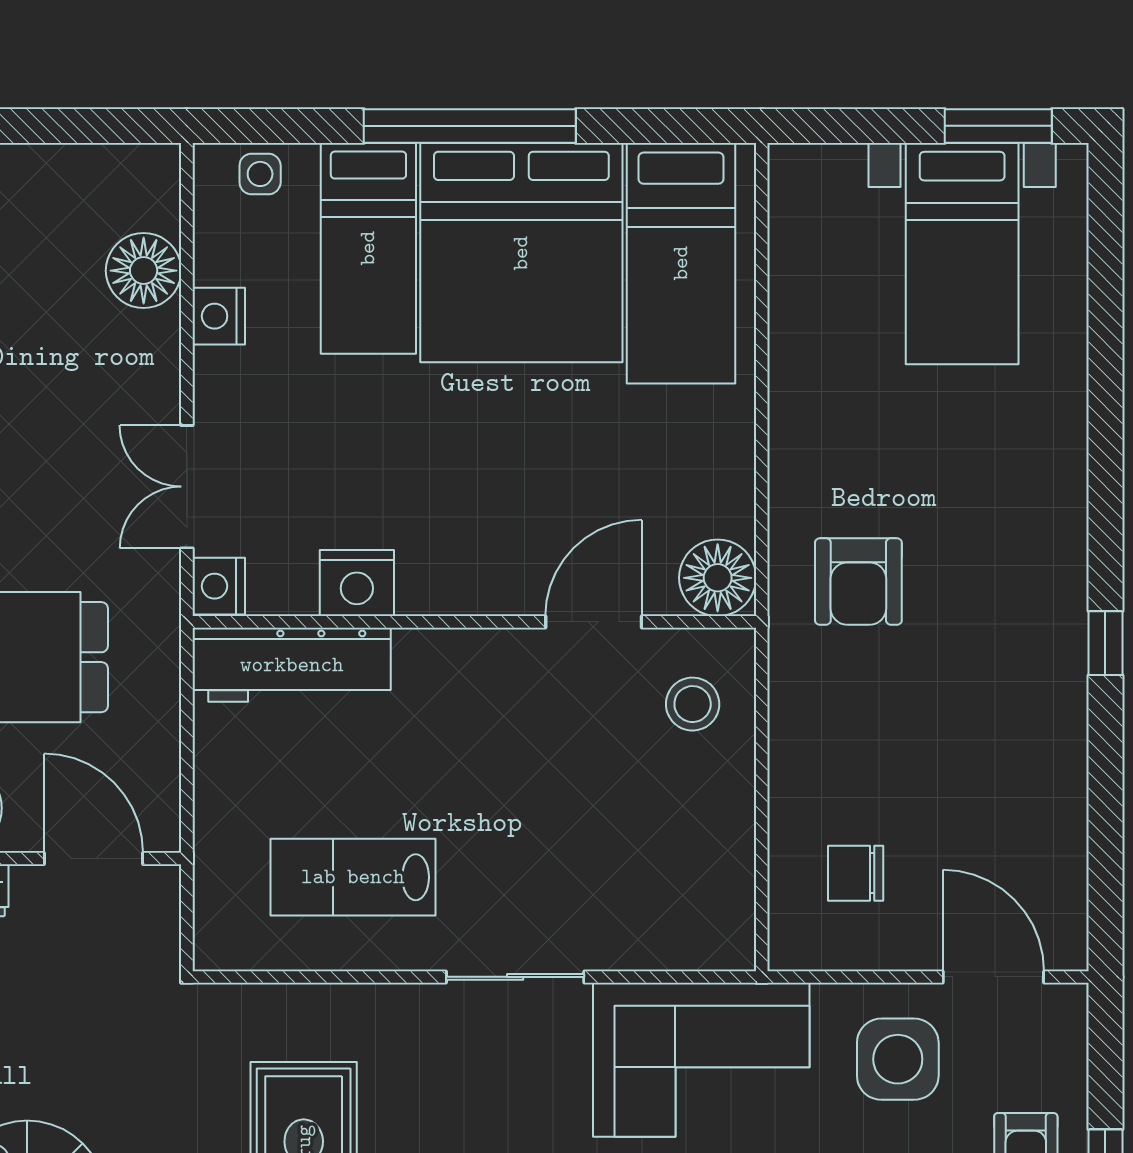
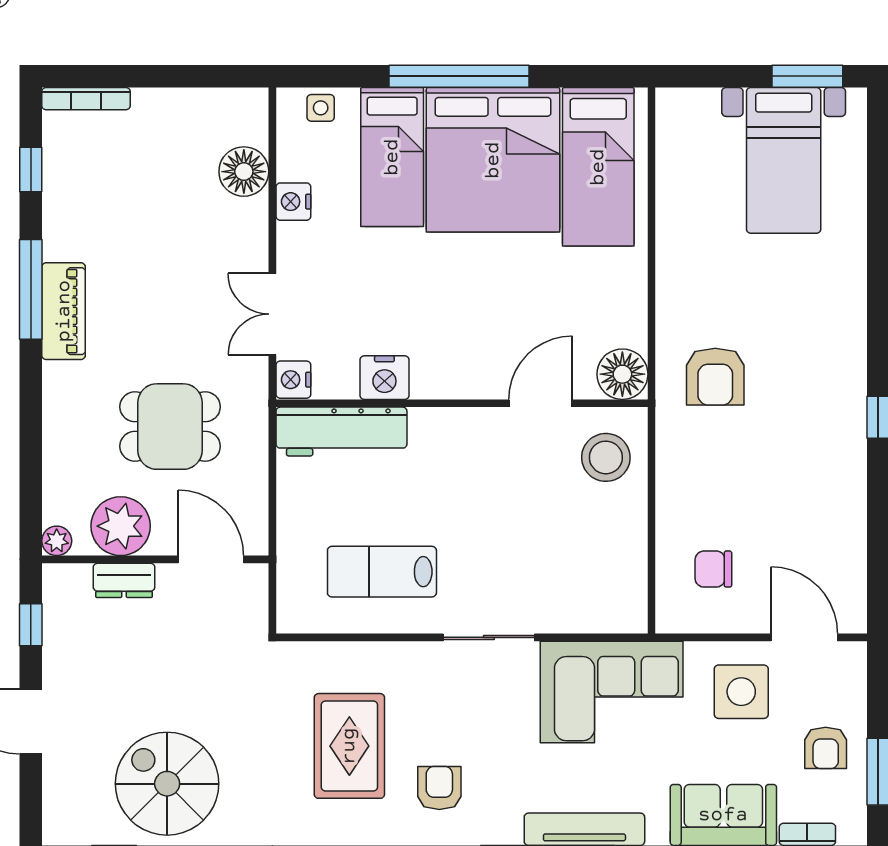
stool: (693, 704) -> (606, 457), width x1.38, depth x1.38

